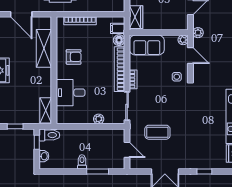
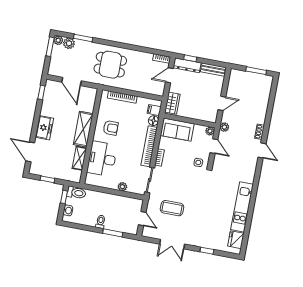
shelving: (44, 48) -> (83, 129), moved
desk: (71, 93) -> (102, 159), width x1.37
shelving: (46, 110) -> (79, 158), moved

